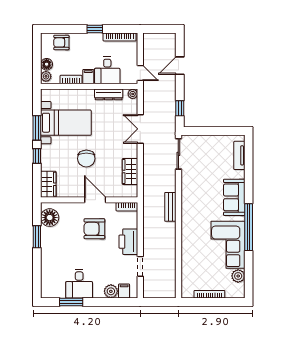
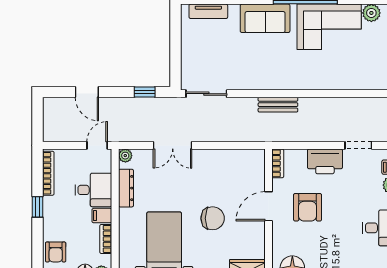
wardrobe: (130, 172) -> (230, 159), removed

